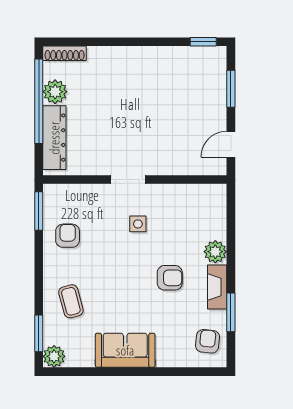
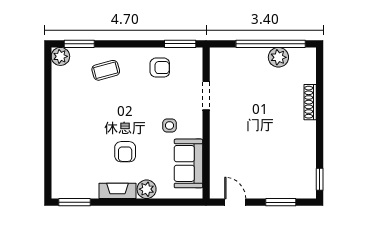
shoe rack: (65, 53) -> (310, 102), moved
dresser: (54, 138) -> (241, 57), removed
doorway: (128, 180) -> (206, 96), moved
window: (231, 312) -> (74, 202), moved
armchair: (208, 341) -> (73, 183), removed
sofa: (125, 350) -> (188, 163), moved, turned 180

